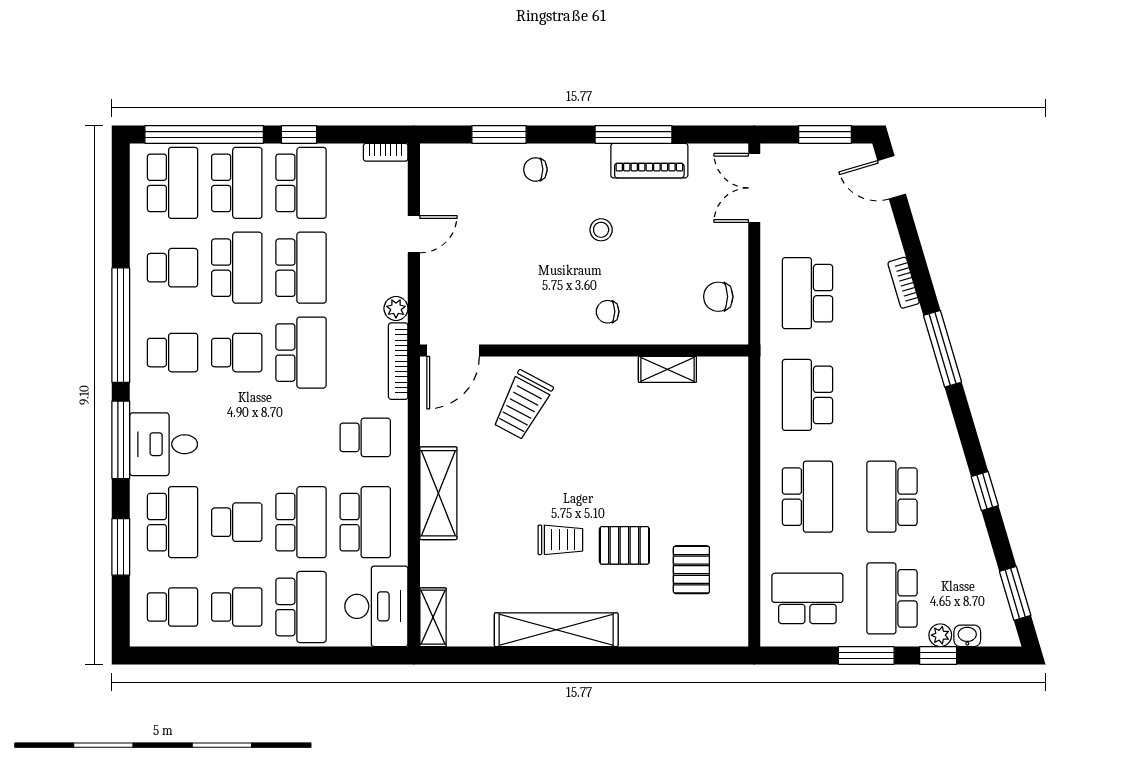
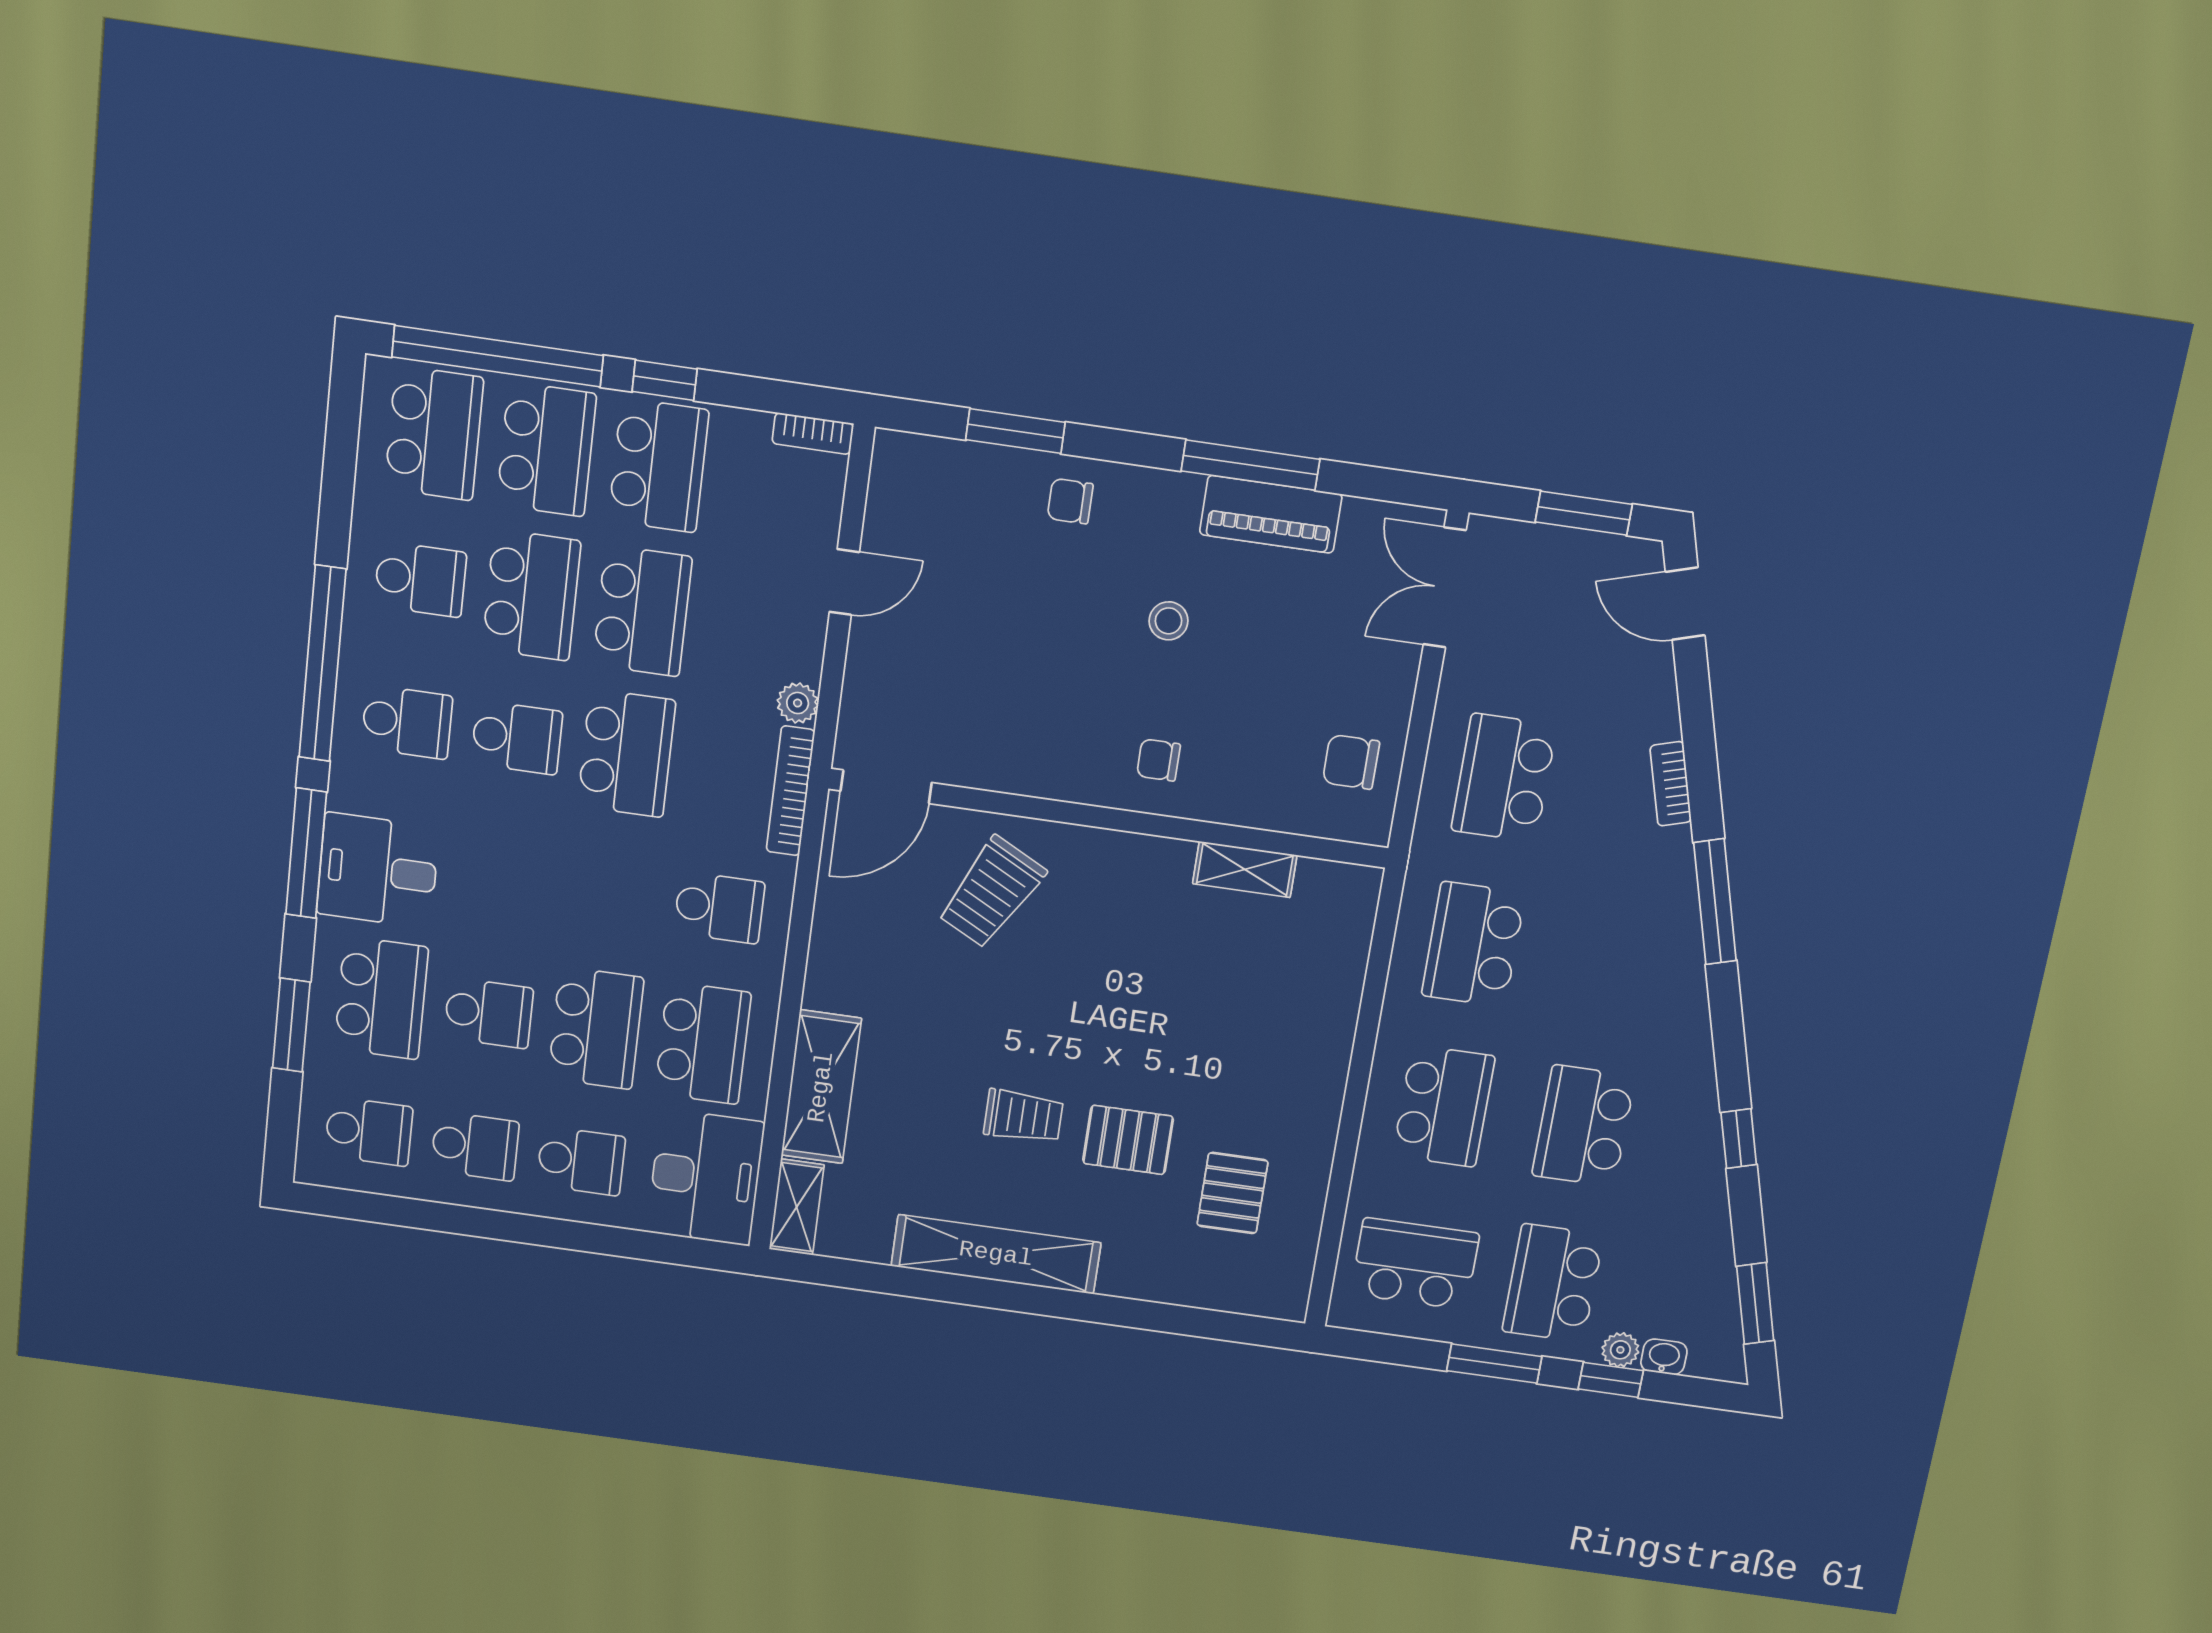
shelving: (438, 493) -> (821, 1087), moved
school desk: (301, 607) -> (581, 1161), width x0.54

